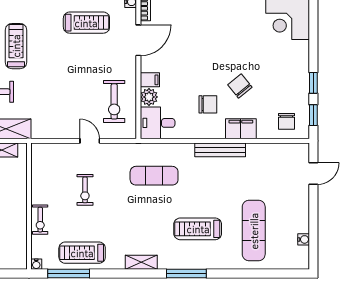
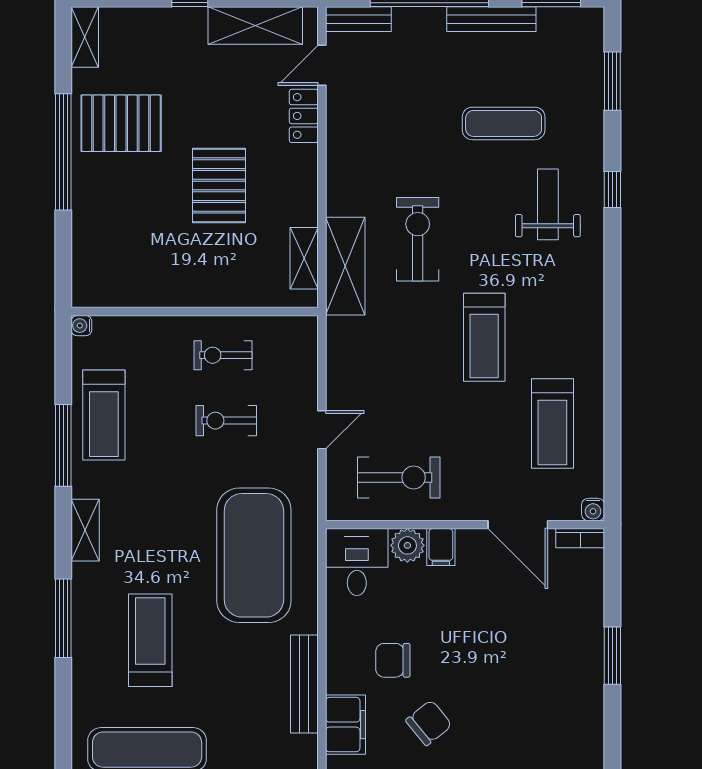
treadmill: (16, 46) -> (484, 337), moved, turned 90
exercise bike: (114, 101) -> (399, 477), turned 180
chair: (208, 104) -> (393, 660), turned 90
exercise mat: (154, 176) -> (254, 555), width x2.00, depth x1.45
exercise bike: (40, 220) -> (223, 355), moved
treadmill: (82, 253) -> (104, 415), turned 180
window: (69, 274) -> (63, 445), moved

